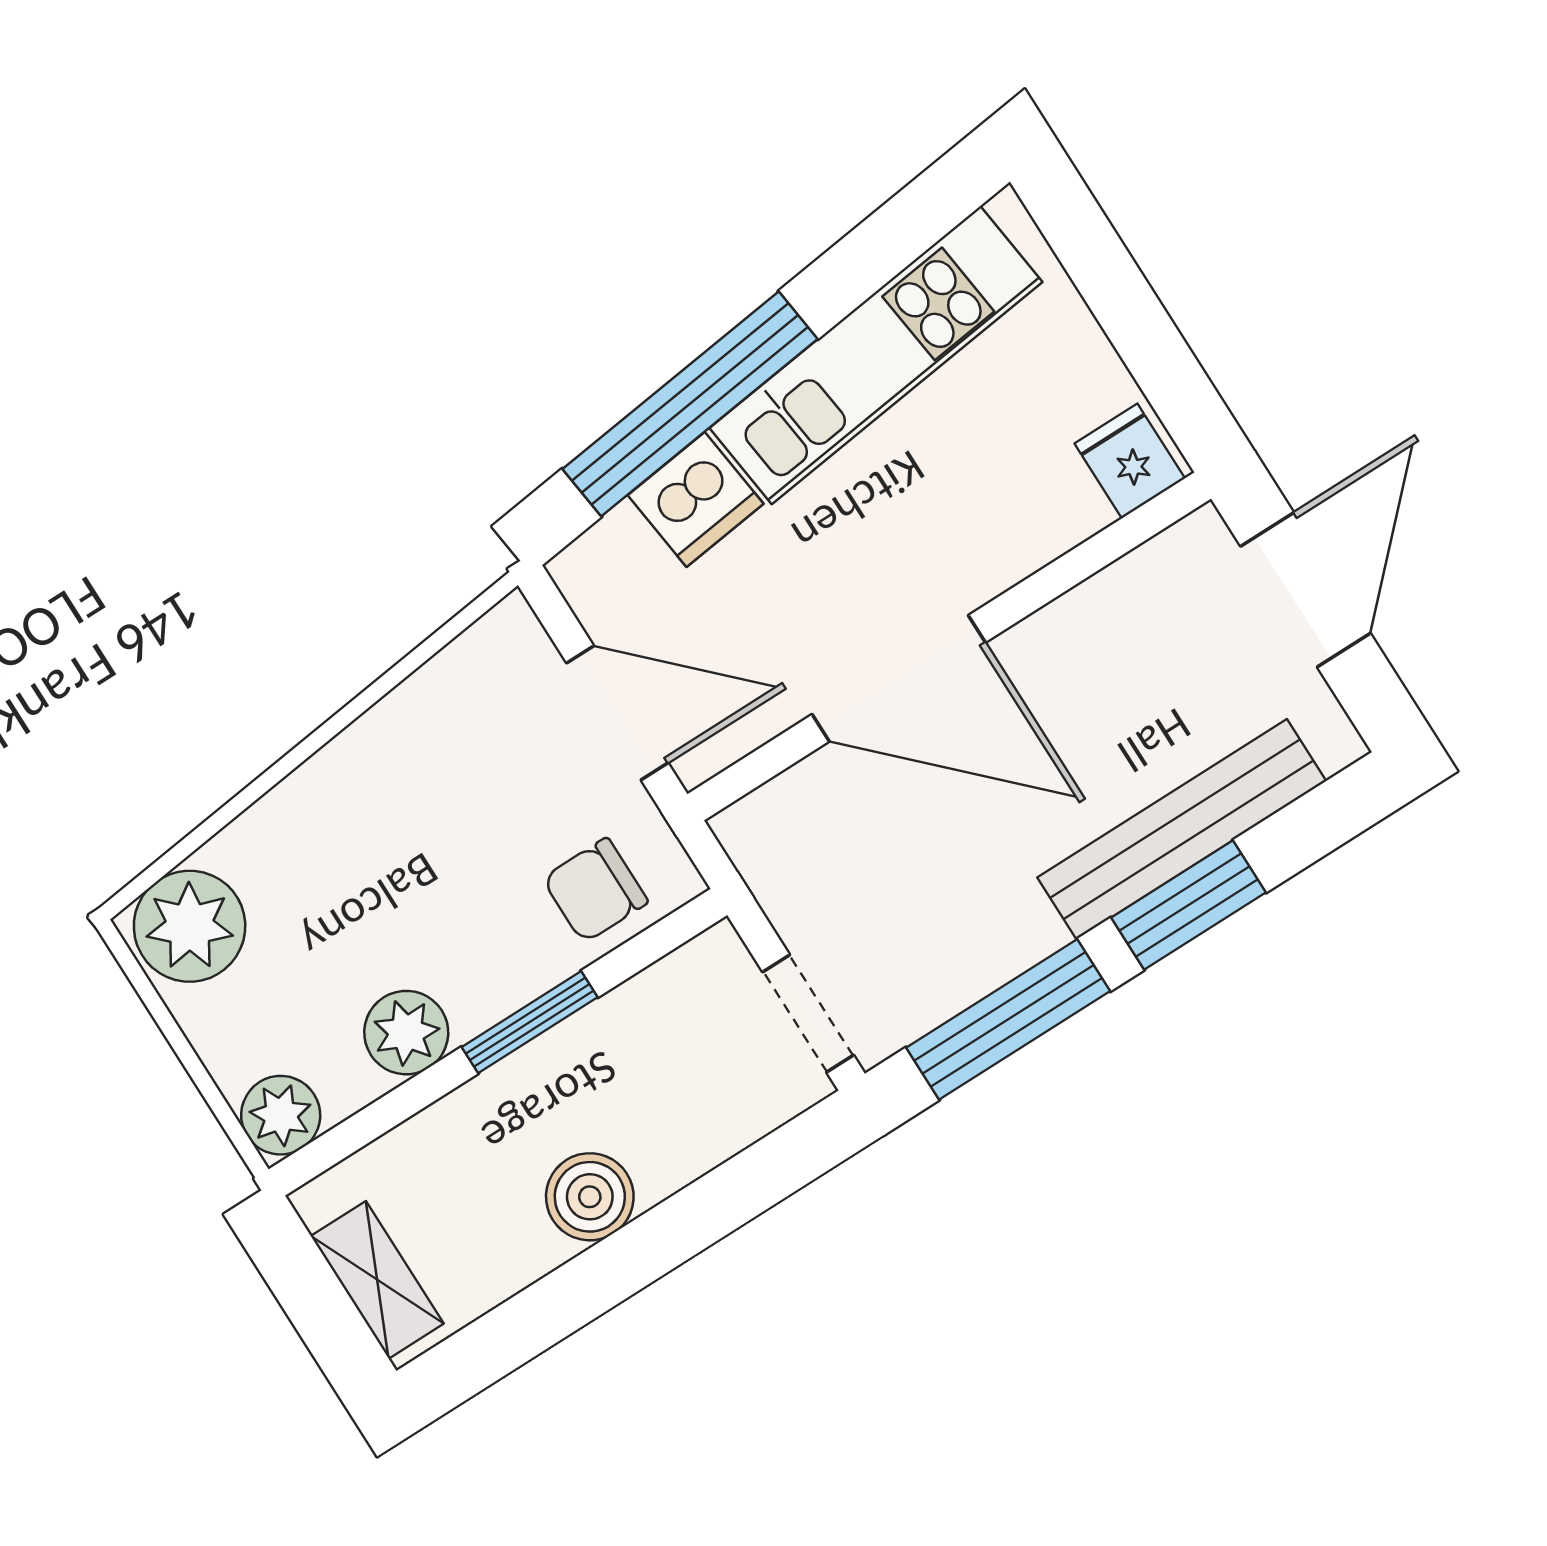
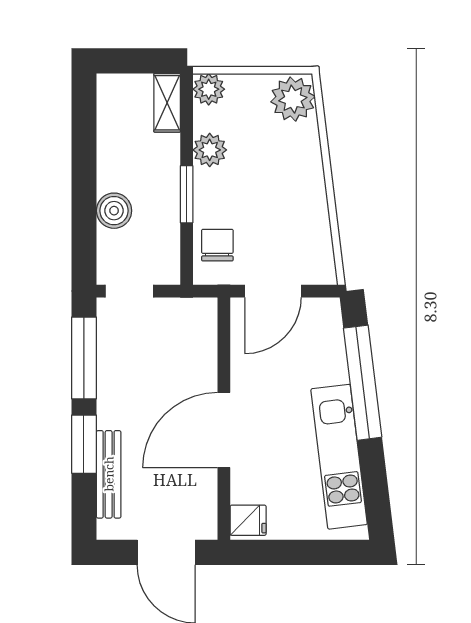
dishwasher: (696, 499) -> (329, 364), removed
door: (899, 678) -> (224, 430), moved
bench: (1182, 829) -> (109, 474), width x0.73, depth x0.82
boiler: (590, 1197) -> (114, 211), moved
shelving: (377, 1280) -> (167, 103), moved, turned 90

